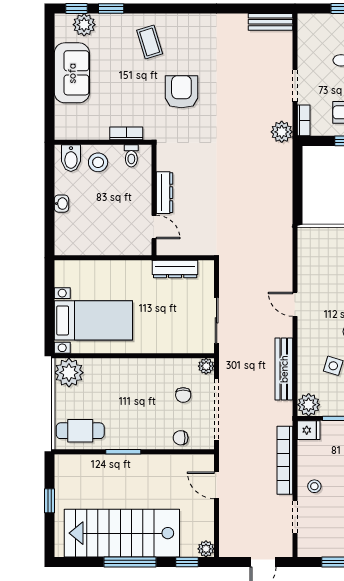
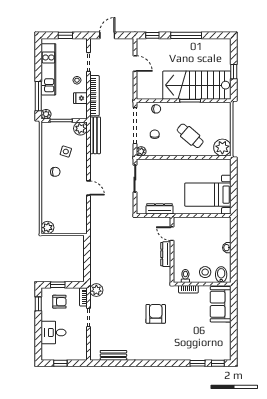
bench: (270, 22) -> (113, 355), moved
plant: (84, 25) -> (213, 354), removed
coffee table: (150, 42) -> (175, 343), removed
sofa: (72, 73) -> (221, 304), moved
armchair: (181, 92) -> (156, 314), turned 180
bed with nightstands: (93, 320) -> (208, 195), moved
bench: (284, 369) -> (95, 135), moved
fridge: (309, 430) -> (80, 98), moved
cafe table: (80, 431) -> (190, 136), moved, turned 41
door: (217, 485) -> (135, 64), moved
stairs: (122, 533) -> (197, 85), moved, turned 180
plant: (206, 549) -> (141, 43), removed

